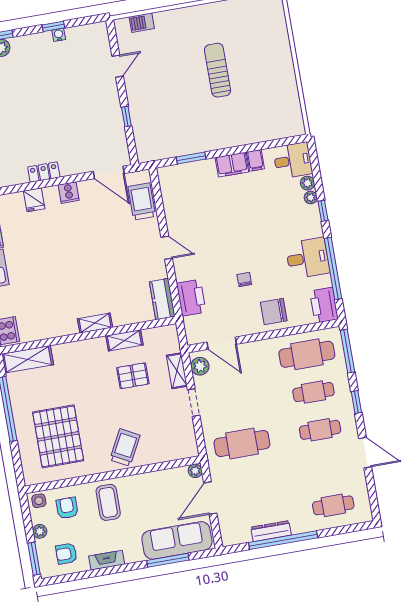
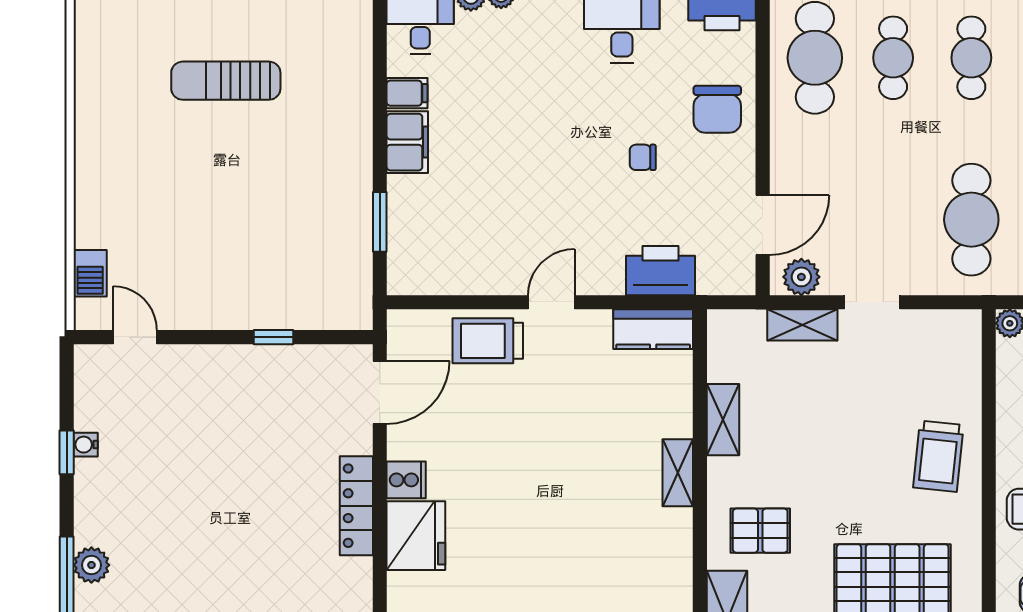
door: (118, 66) -> (135, 337), moved
sun lounger: (218, 70) -> (226, 81), moved
locker: (44, 172) -> (356, 506), width x1.53
fridge: (34, 200) -> (416, 536), width x1.88, depth x1.34
trolley: (142, 201) -> (488, 341), moved
pallet: (133, 376) -> (760, 531), moved, turned 90
trolley: (125, 447) -> (938, 456), turned -112

